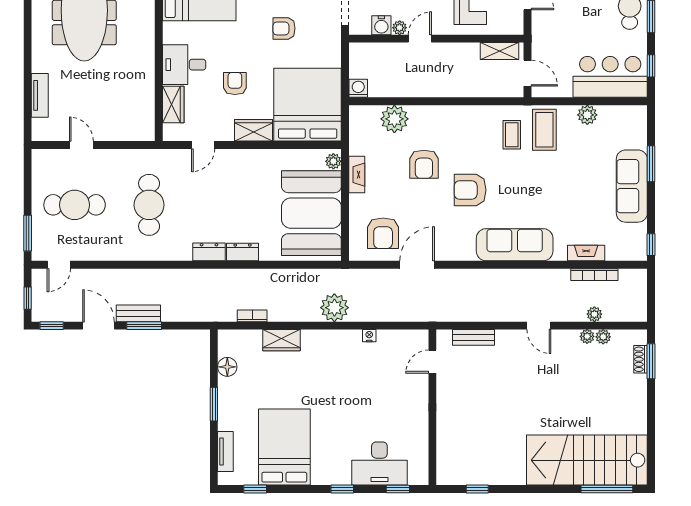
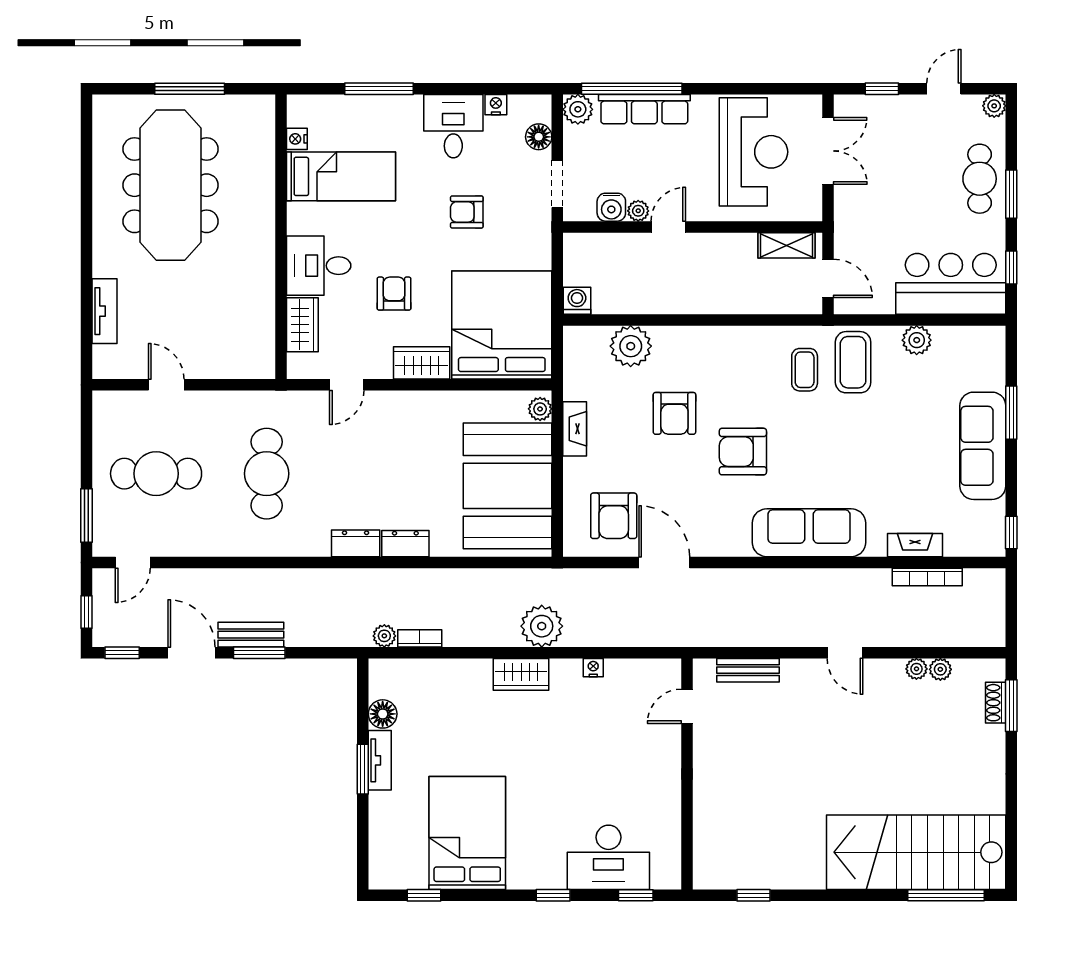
door: (417, 265) -> (664, 562), hinge flipped
plant: (594, 314) -> (384, 636), moved
wardrobe: (282, 340) -> (521, 674), moved
tv unit: (225, 452) -> (380, 760), moved

